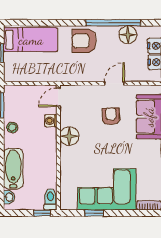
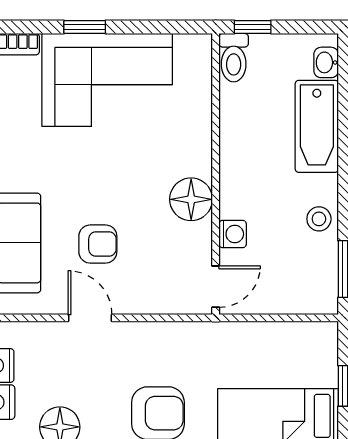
door: (114, 83) -> (90, 318), swing flipped
armchair: (111, 116) -> (98, 244), turned -88
window: (94, 213) -> (85, 27), moved

